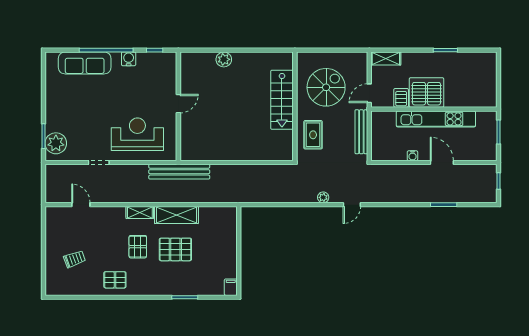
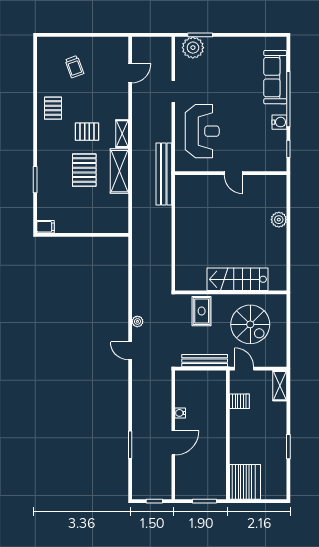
server rack: (427, 92) -> (245, 482), moved
kitchen unit: (436, 119) -> (218, 437), removed
rug: (313, 135) -> (202, 311), turned 90

